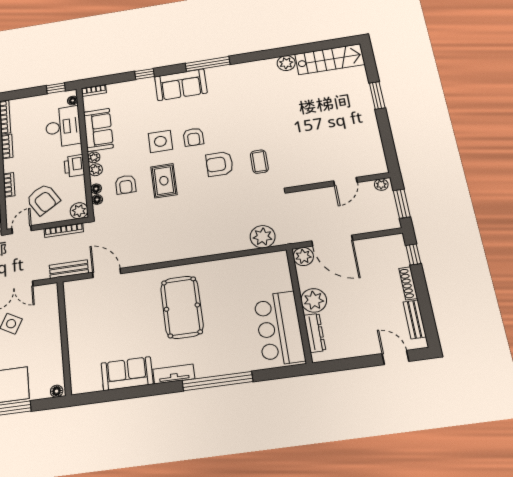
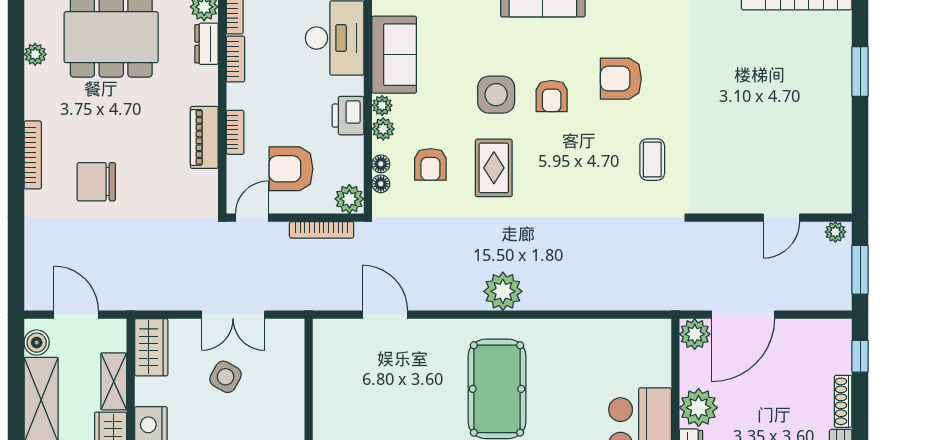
armchair: (220, 164) -> (621, 79), moved
armchair: (43, 199) -> (291, 169), turned 122
plant: (263, 237) -> (503, 291), moved
door: (332, 241) -> (743, 315), hinge flipped
bench: (69, 269) -> (325, 299), removed

